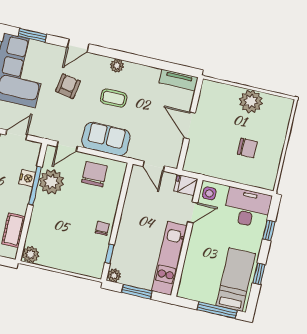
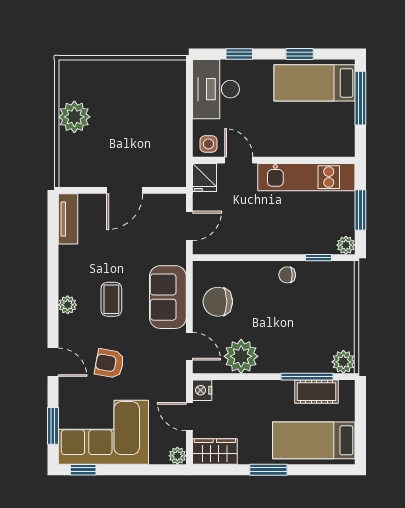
chair: (247, 148) -> (137, 107), removed
nightstand: (27, 178) -> (202, 390), moved, turned -90
window: (35, 186) -> (307, 377), moved

